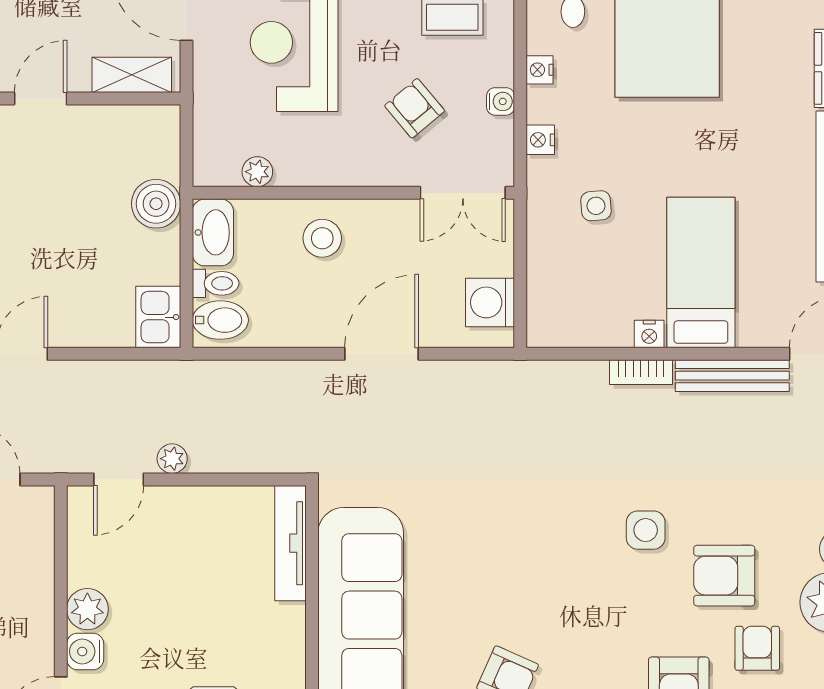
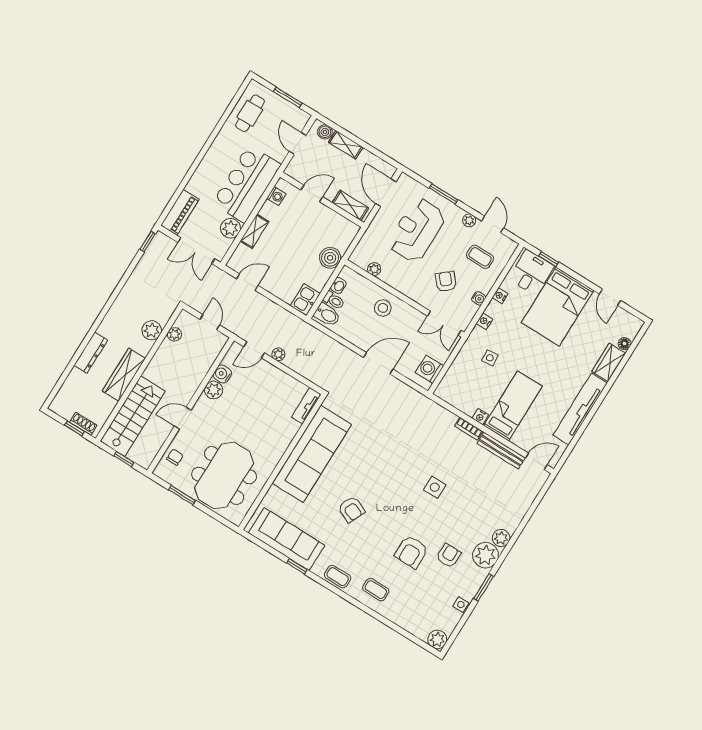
washbasin: (213, 232) -> (338, 286), width x0.52, depth x0.69
tv unit: (291, 543) -> (306, 406), width x0.71
armchair: (724, 576) -> (453, 522), removed
water cooler: (85, 652) -> (222, 374), moved

